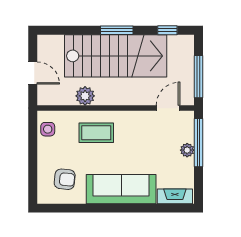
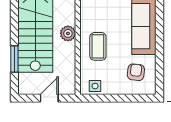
window: (117, 30) -> (14, 59), moved
plant: (85, 96) -> (68, 33), moved

